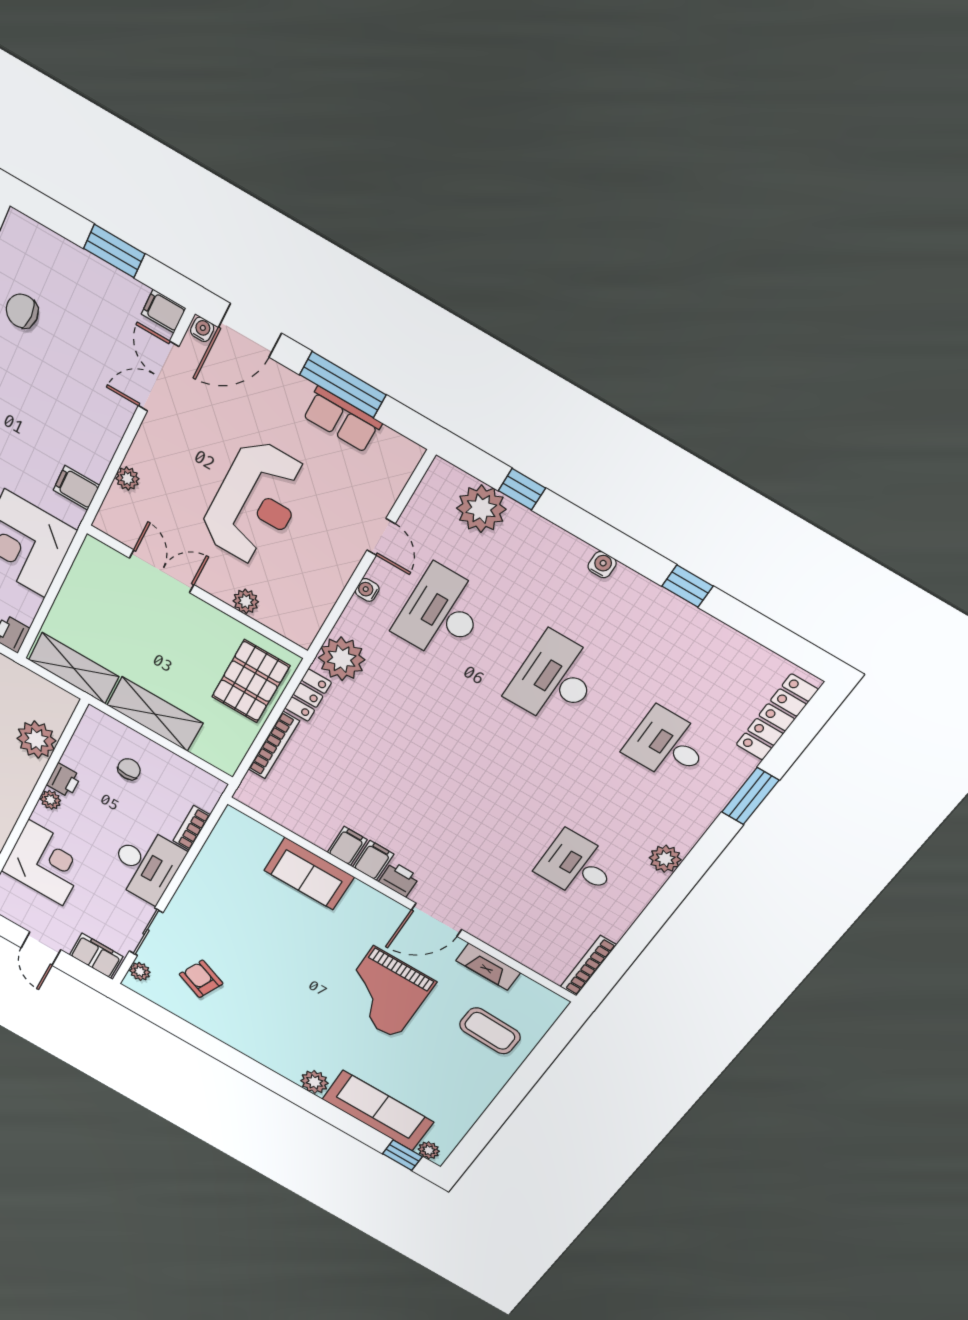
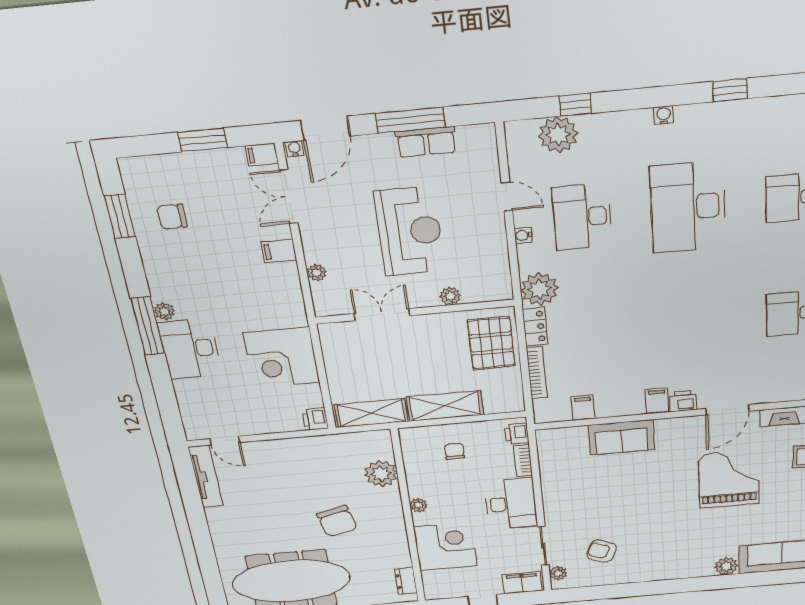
filing cabinet: (76, 488) -> (279, 251), moved
desk: (555, 679) -> (688, 207), width x1.36, depth x1.30
printer: (64, 780) -> (517, 434), moved, turned 180
filing cabinet: (347, 846) -> (583, 408), moved
grand piano: (385, 993) -> (729, 479), turned 180

